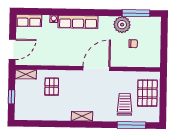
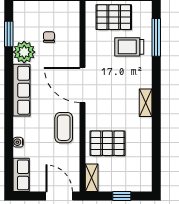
window: (136, 13) -> (9, 34), width x0.69
row of seats: (78, 22) -> (22, 90), moved
coffee table: (64, 54) -> (64, 128), added
pallet: (52, 87) -> (107, 143), width x1.50, depth x1.42

